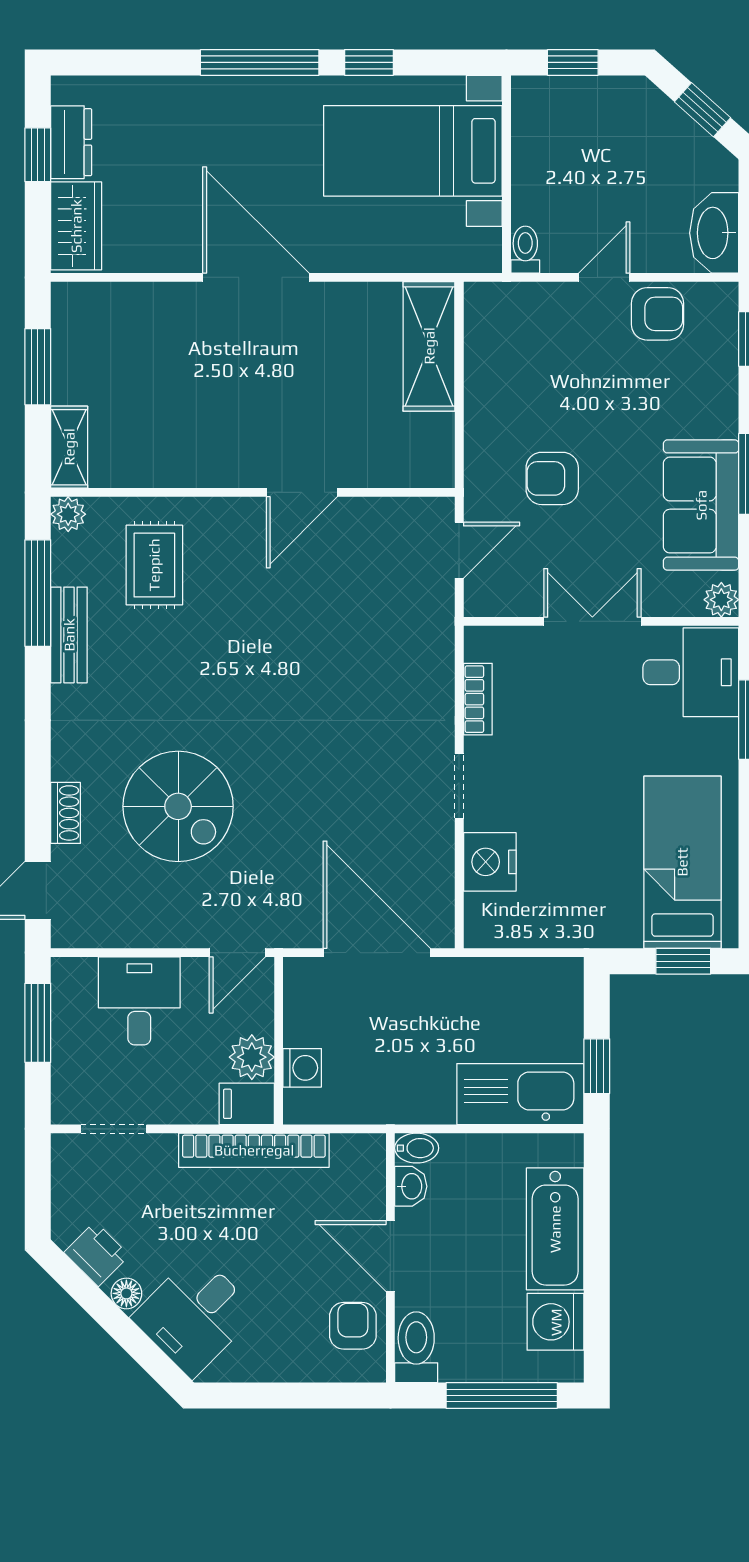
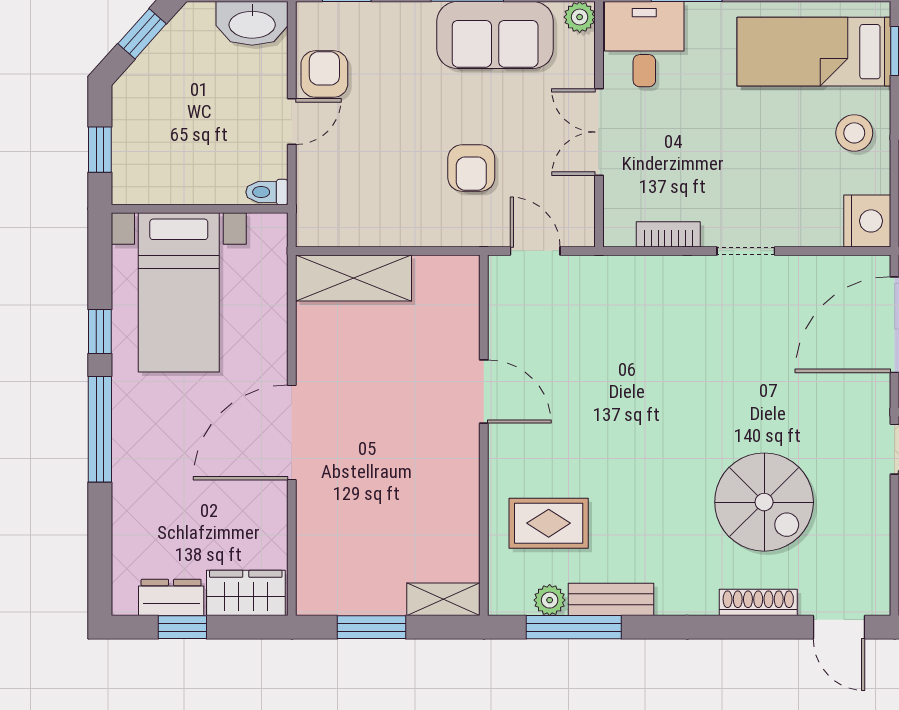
door: (604, 277) -> (292, 121), swing flipped
plant: (68, 514) -> (550, 600), moved
spiral stairs: (178, 806) -> (764, 502), turned 90
shoe rack: (66, 813) -> (758, 602), width x1.43
nightstand: (490, 862) -> (867, 221), moved, turned -90
stool: (591, 907) -> (854, 133), added

